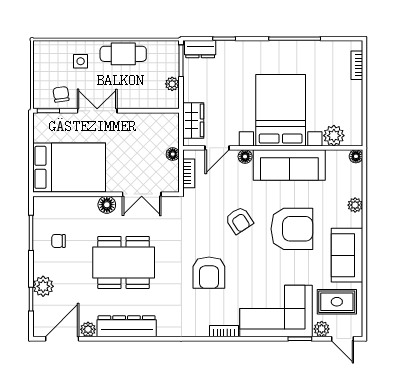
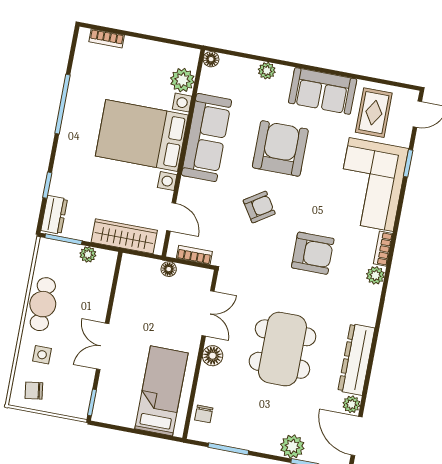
chair: (61, 94) -> (34, 391), moved
wardrobe: (193, 120) -> (124, 236), width x1.50
floor lamp: (245, 157) -> (187, 187), removed
bed: (69, 167) -> (161, 391), width x0.67
chair: (59, 241) -> (204, 414), moved
plant: (322, 329) -> (375, 275), moved

